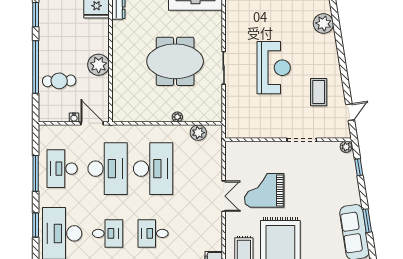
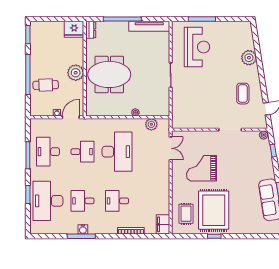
plant: (323, 24) -> (249, 58), moved
meeting table: (175, 61) -> (109, 74), moved
reception desk: (274, 68) -> (197, 47), moved
door: (92, 123) -> (71, 117), hinge flipped
desk: (108, 169) -> (82, 152), width x0.53, depth x0.77
double door: (224, 196) -> (171, 148), moved
desk: (108, 233) -> (82, 201), turned 180

